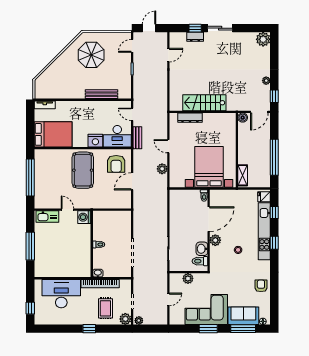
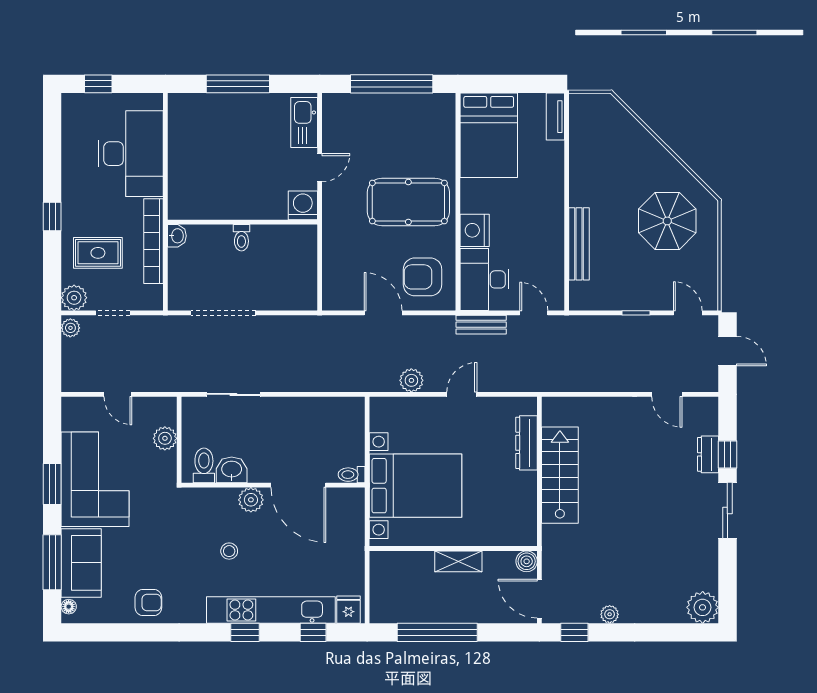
door: (132, 114) -> (534, 313), hinge flipped
shelving: (243, 175) -> (458, 561), moved

